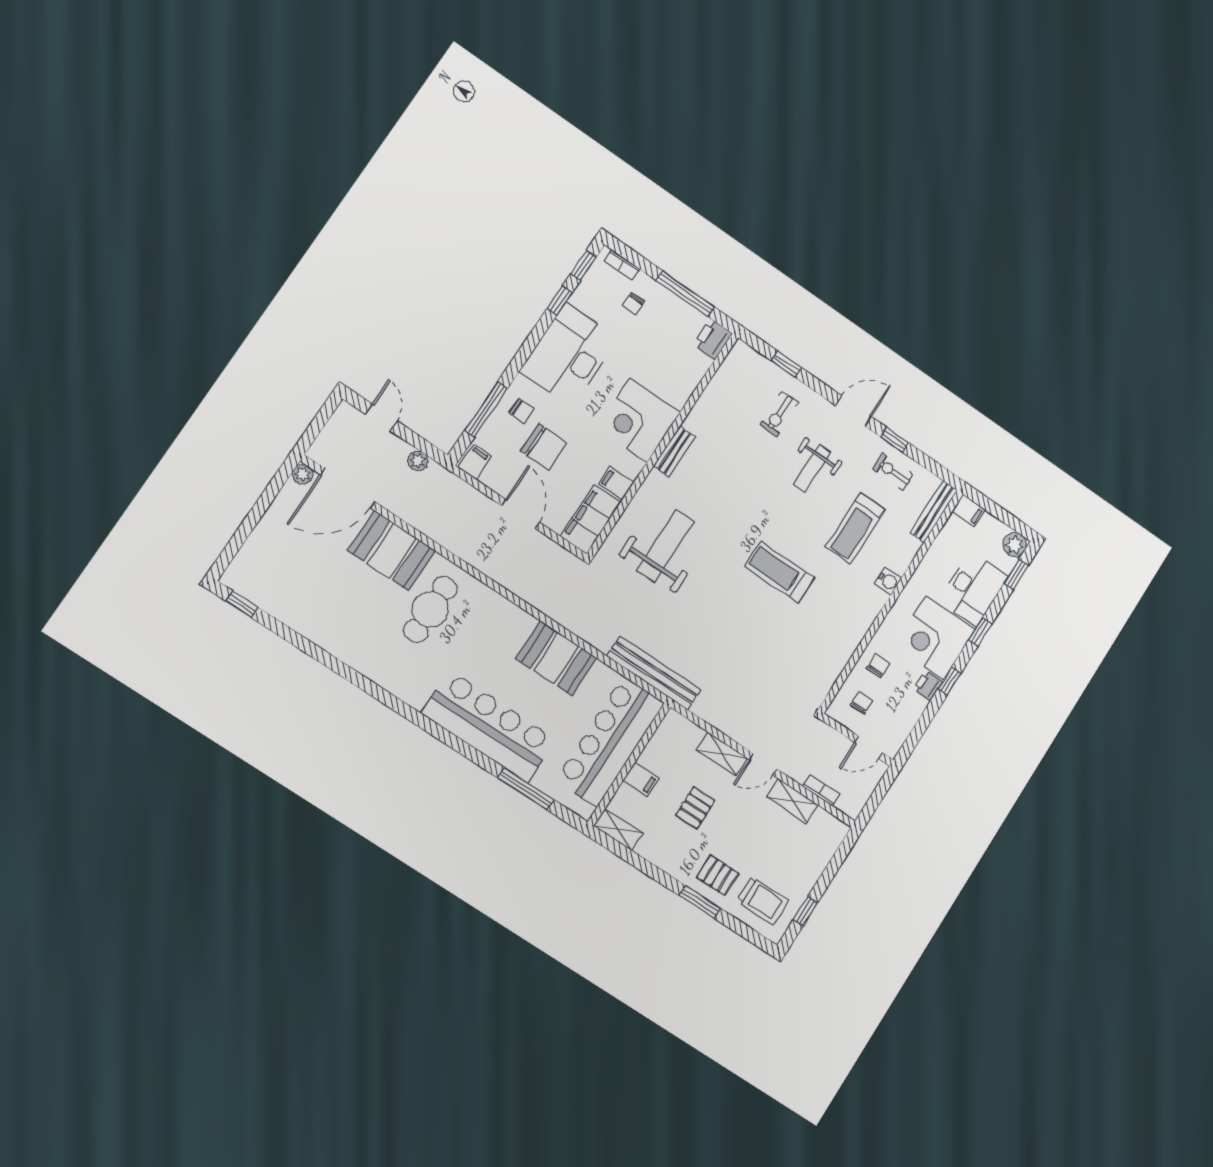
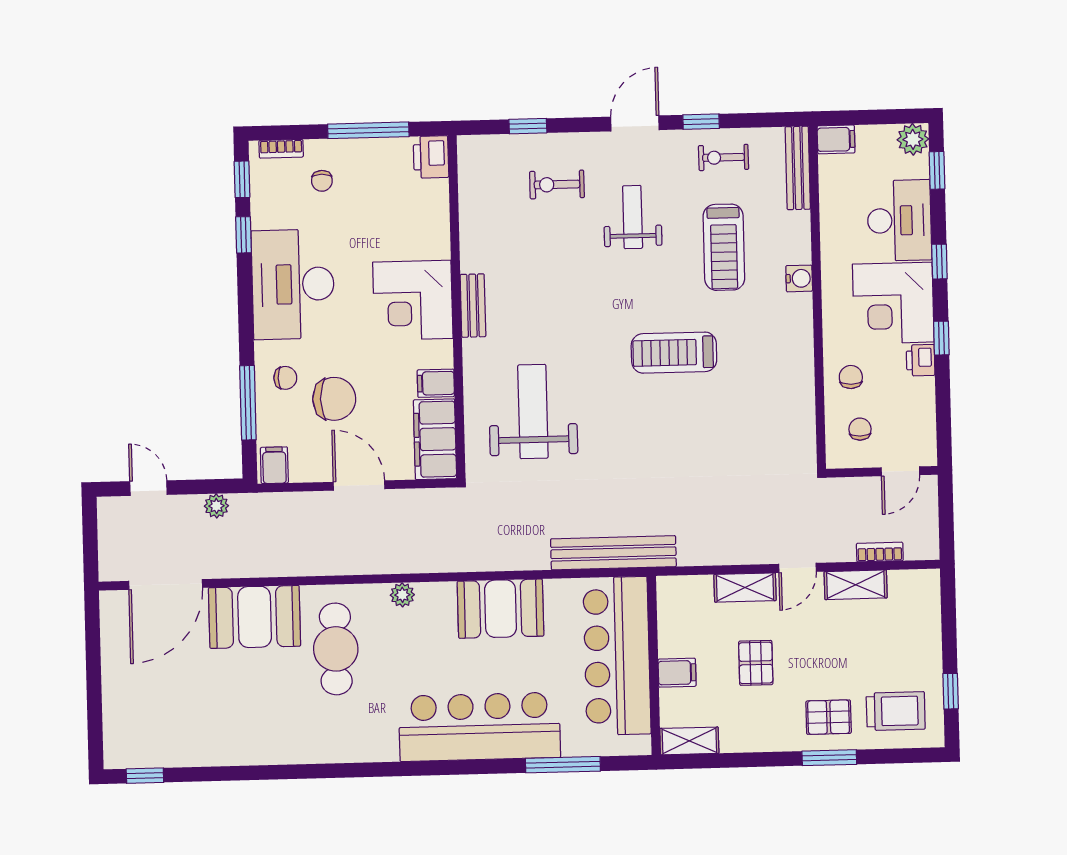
exercise bike: (779, 414) -> (557, 185), turned 90
weight bench: (812, 468) -> (633, 217), turned 180
plant: (303, 474) -> (402, 595), moved

